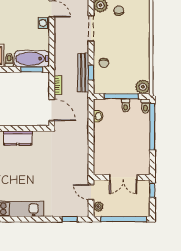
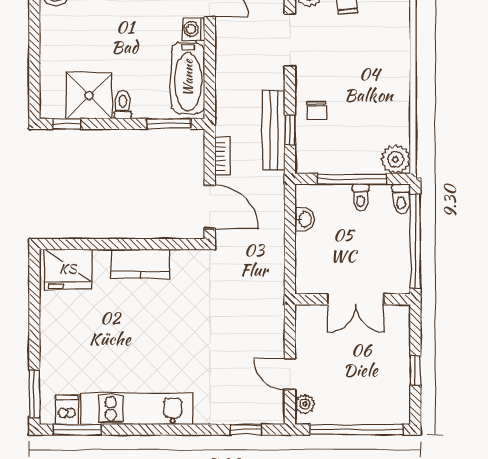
bathtub: (32, 59) -> (188, 78), moved, turned -90
wall: (122, 177) -> (353, 299), moved
double door: (123, 177) -> (356, 299), moved

